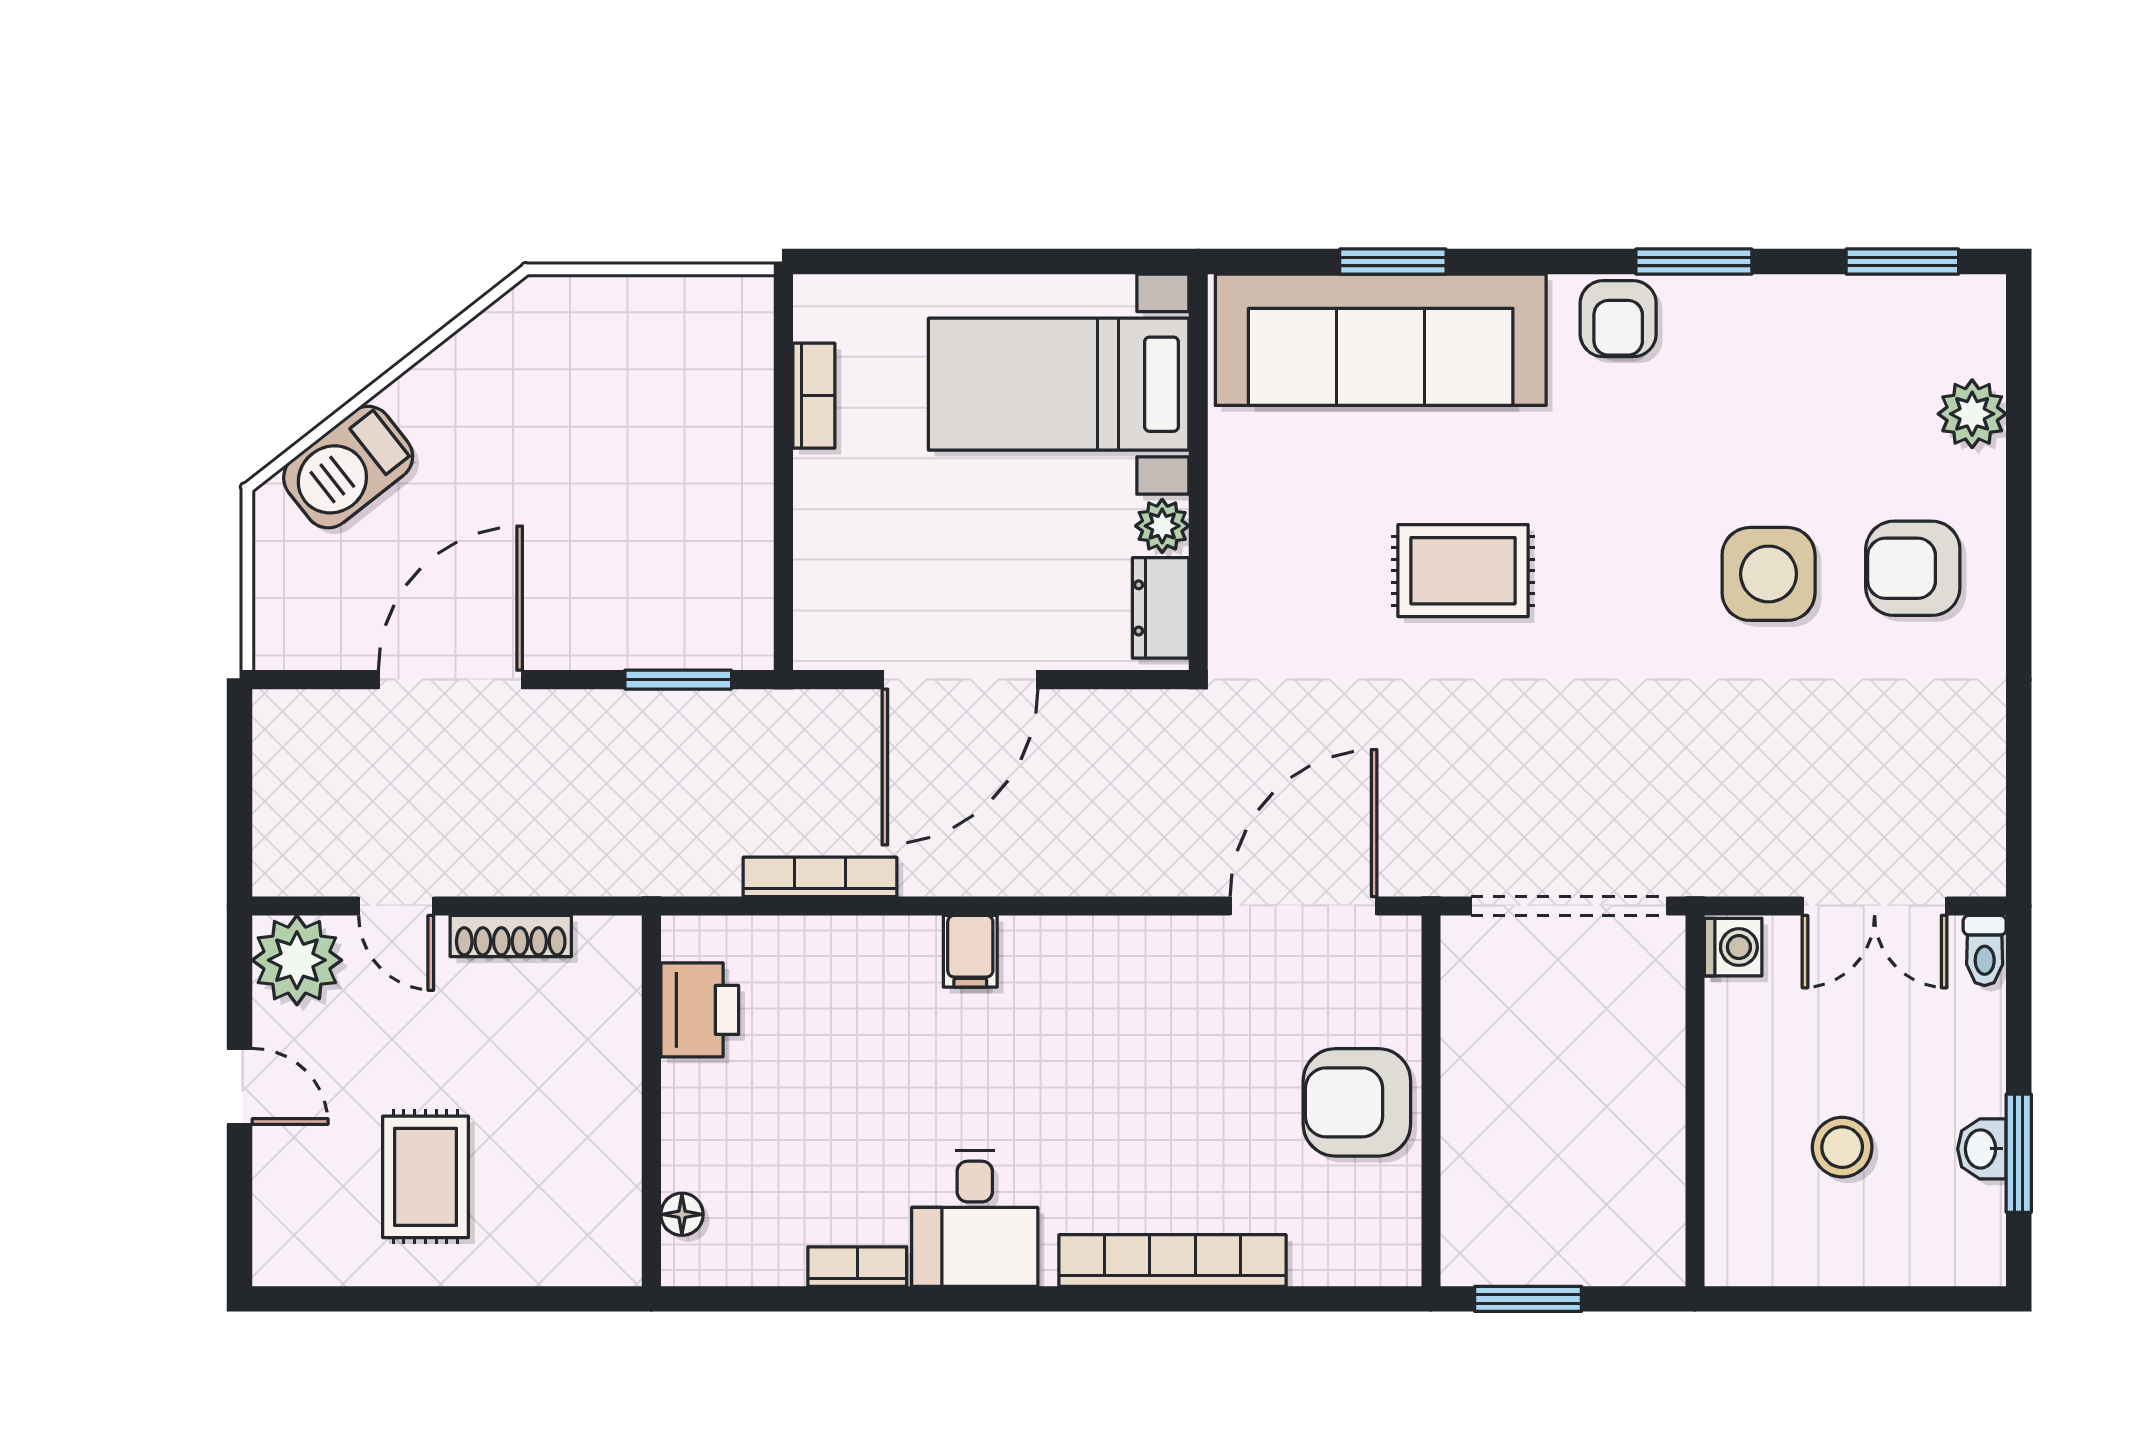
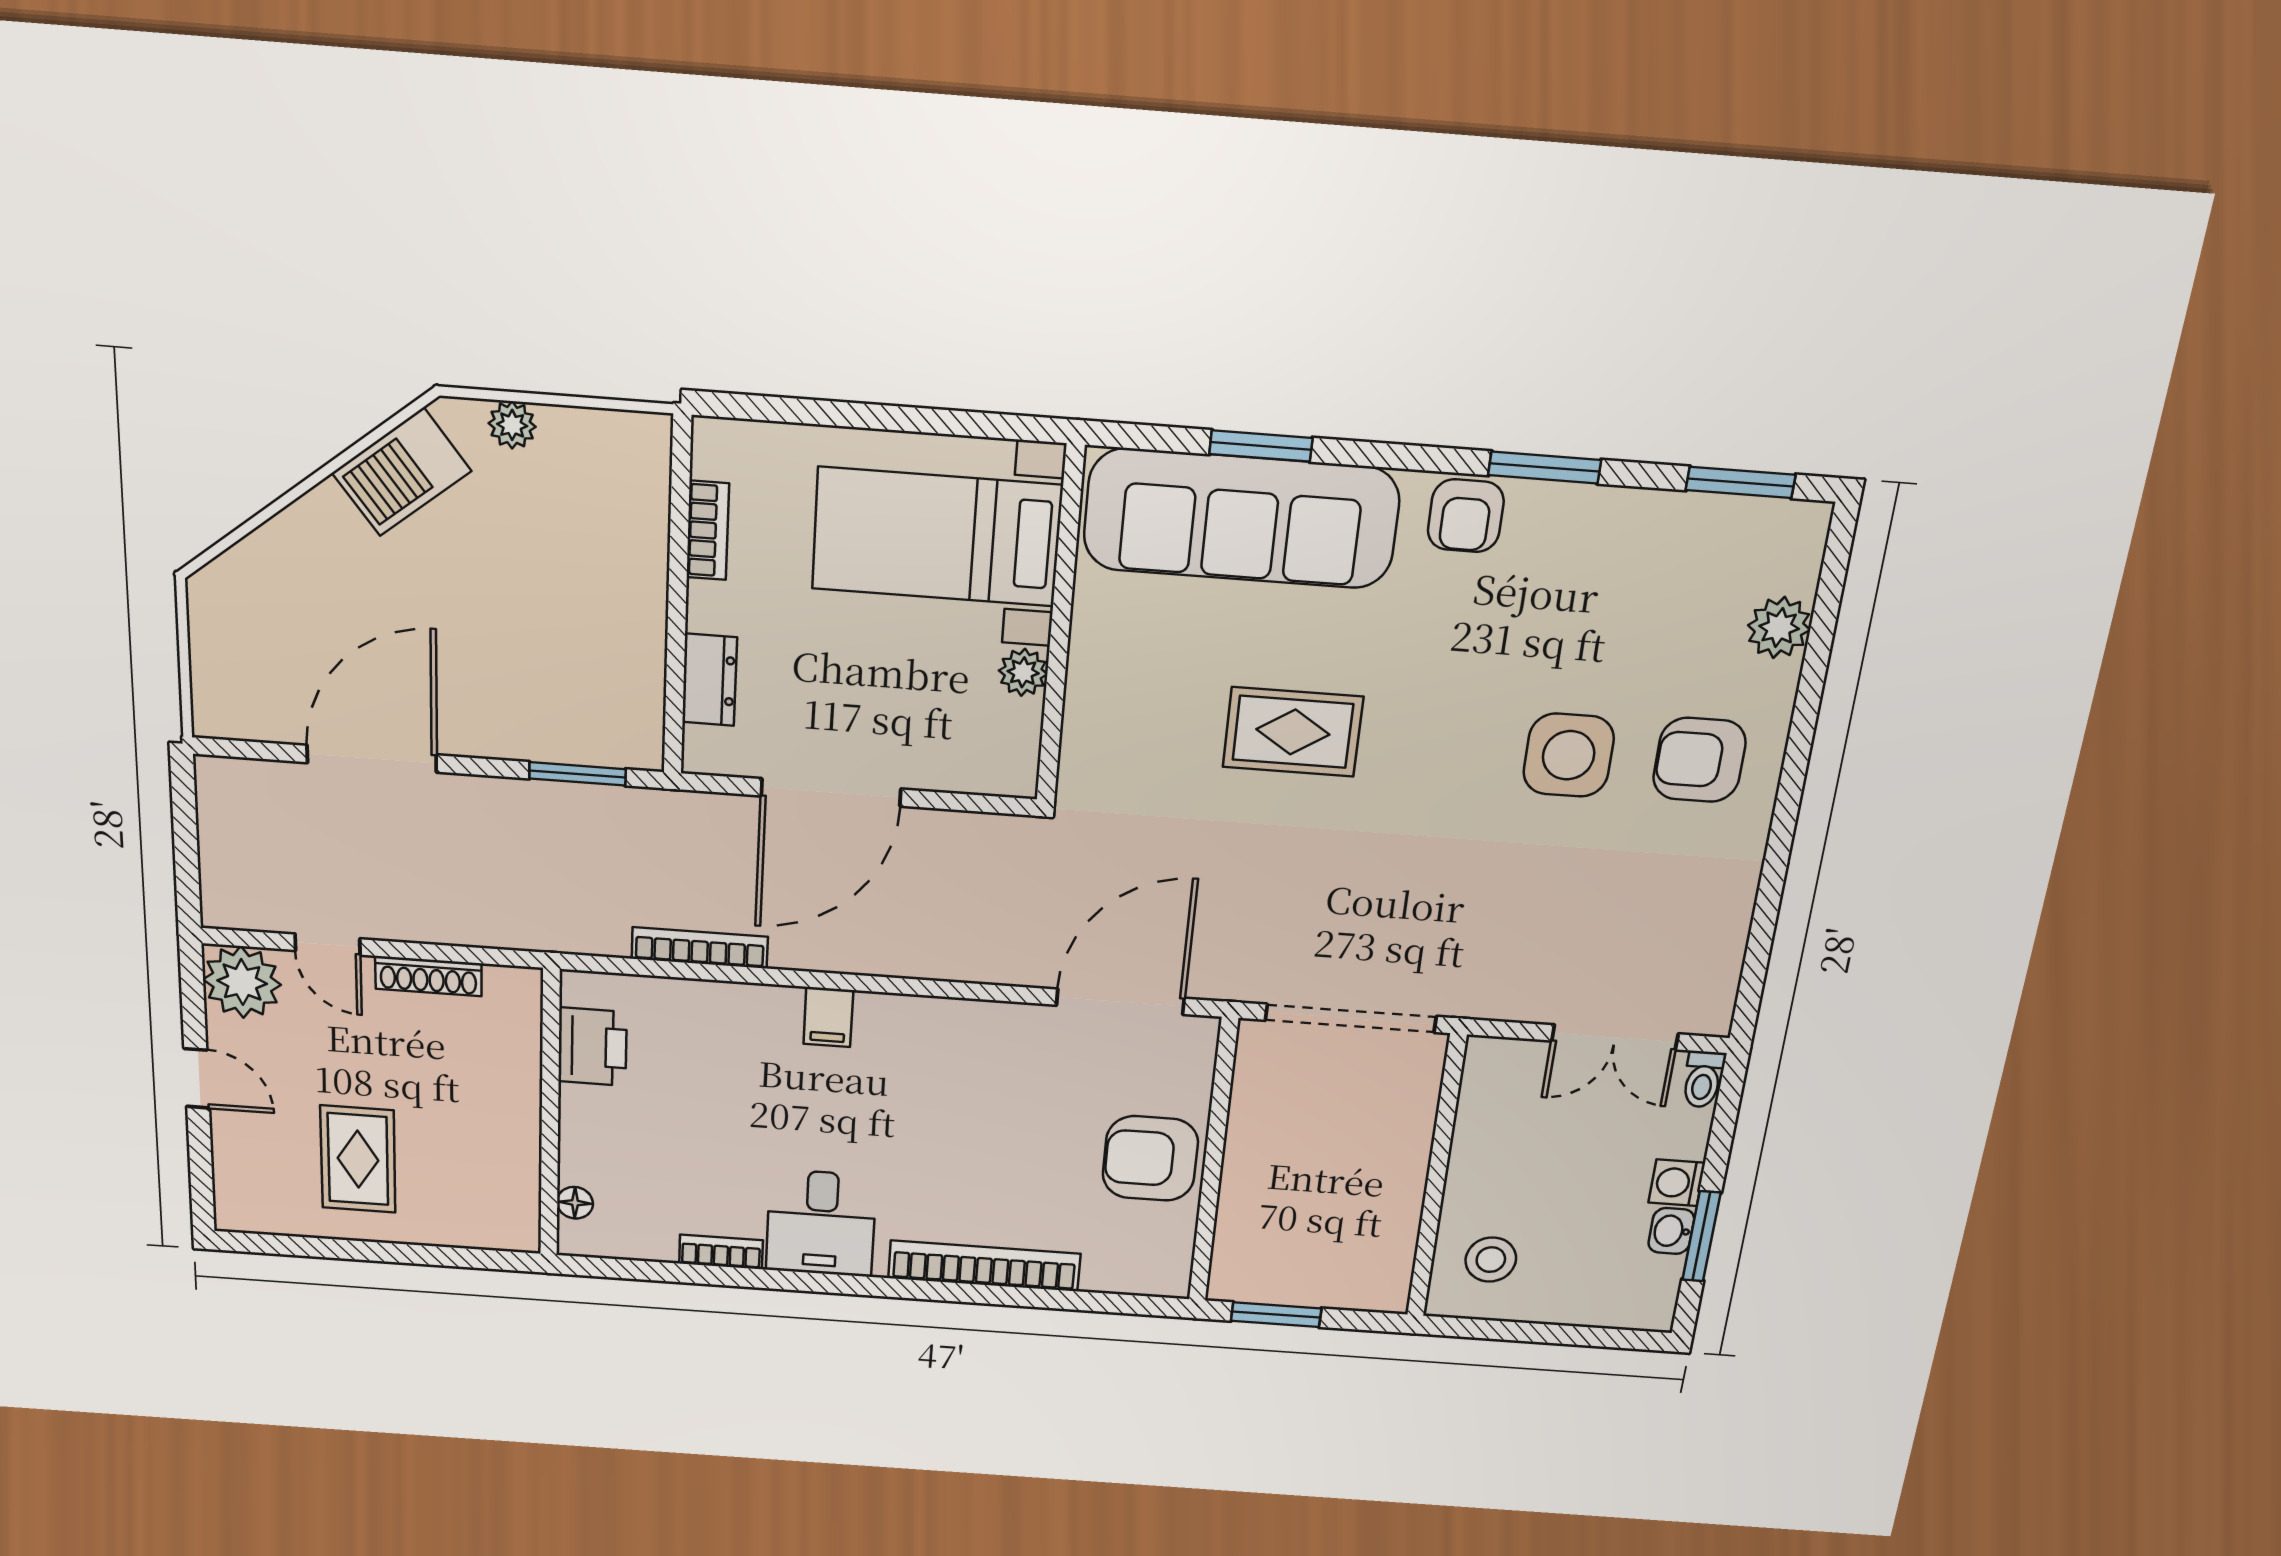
plant: (605, 299) -> (512, 425), added
barbecue: (348, 467) -> (402, 472), moved
dresser: (1161, 608) -> (710, 680), moved, turned 180
washing machine: (1733, 947) -> (1677, 1183), moved, turned 180
stool: (1842, 1147) -> (1491, 1260), moved

